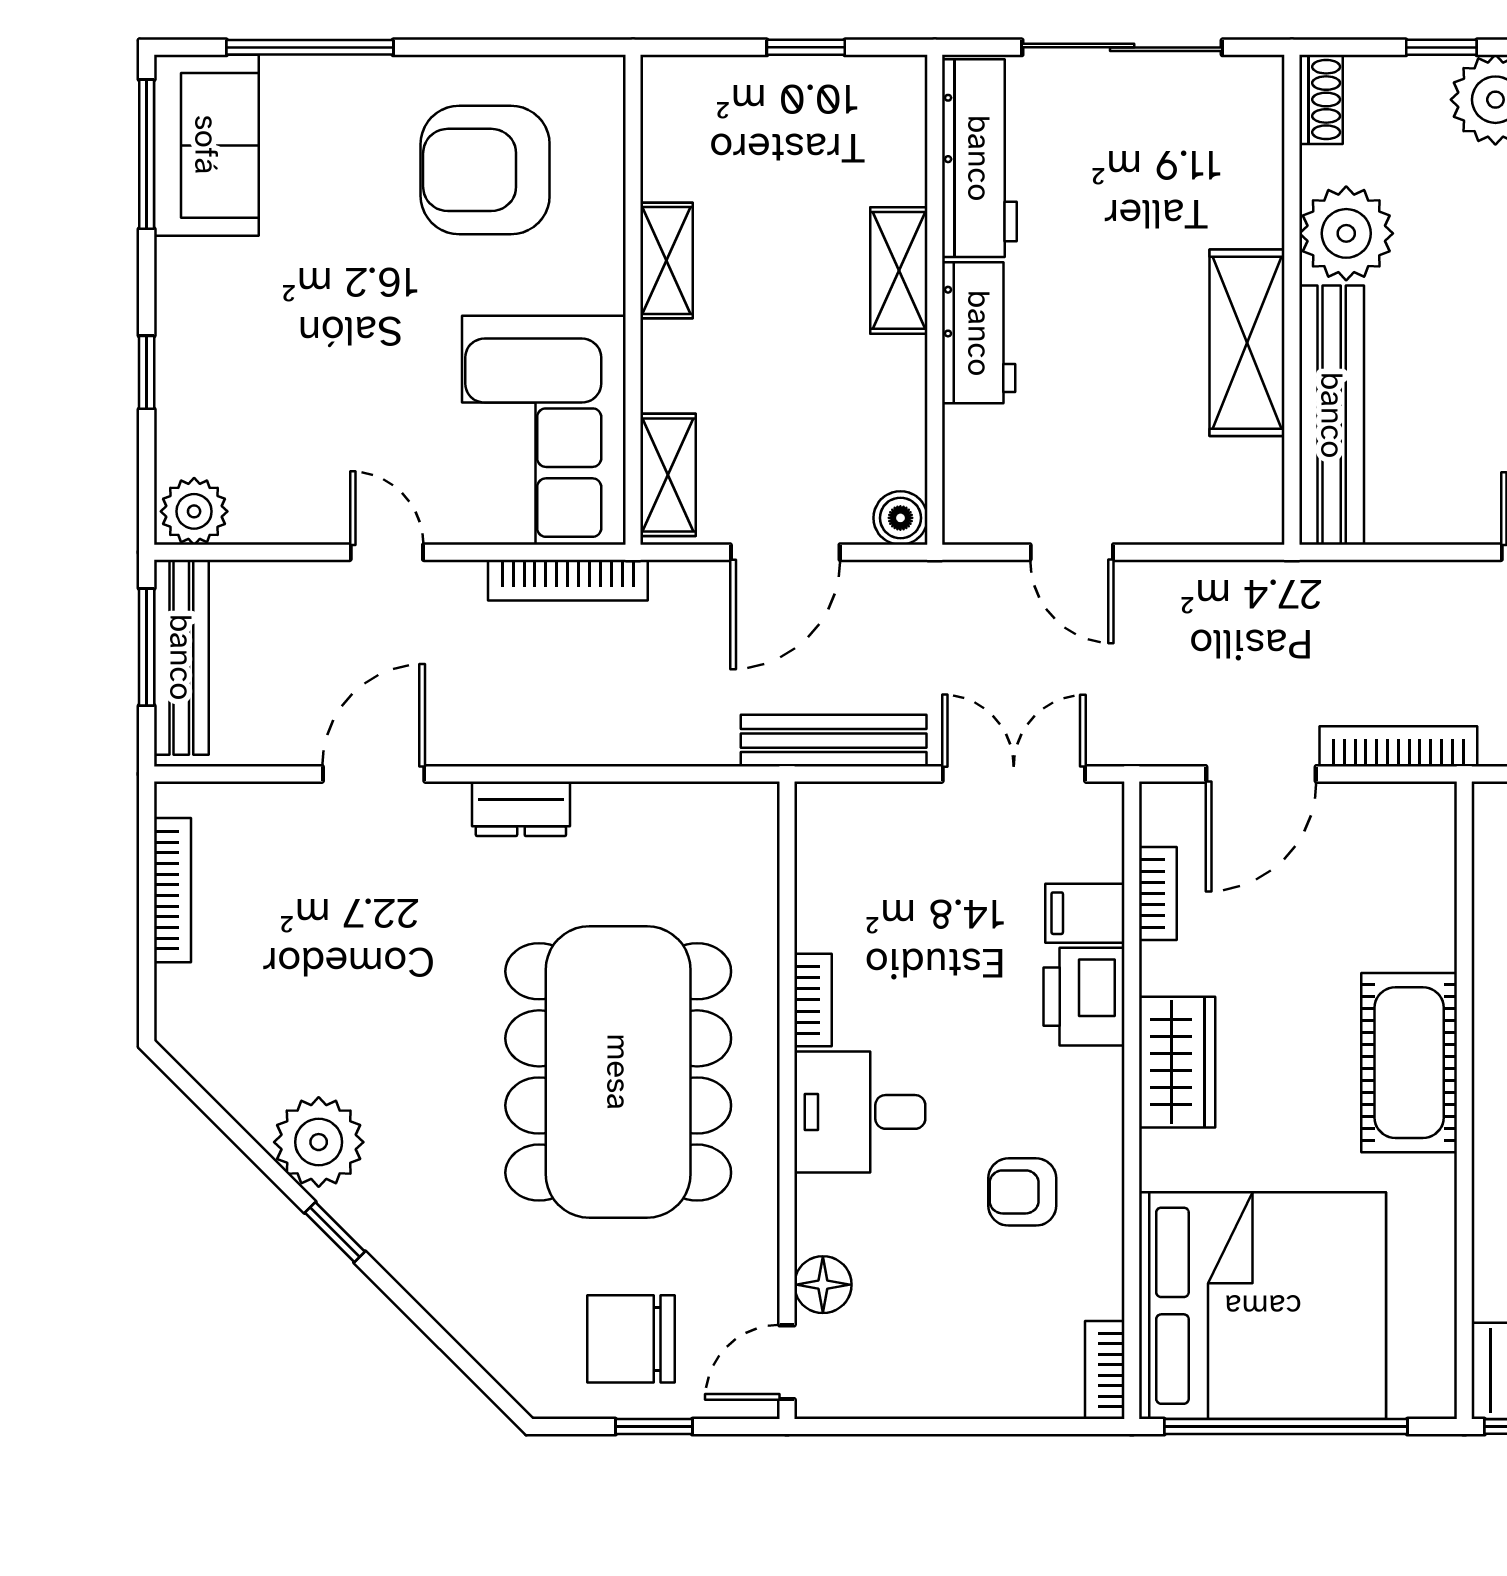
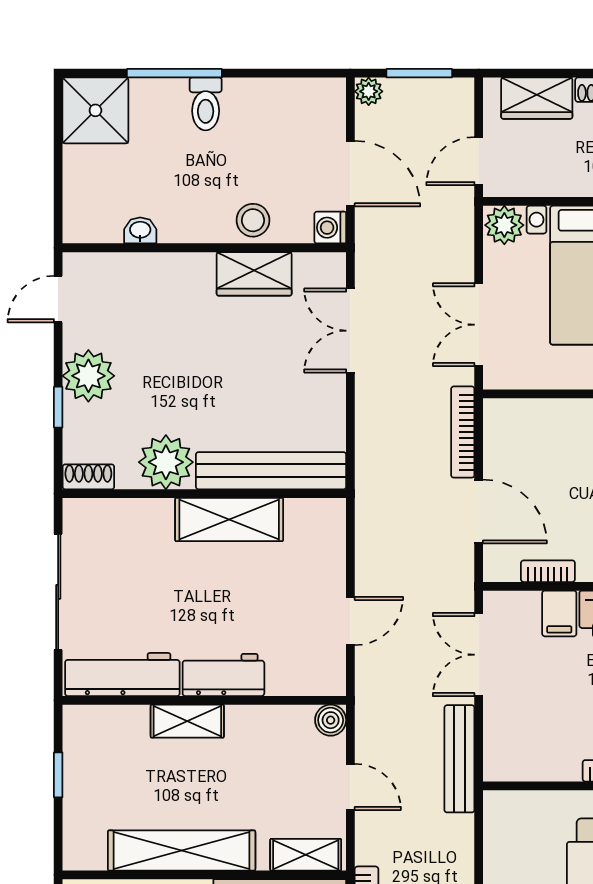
shelving: (667, 260) -> (182, 851), width x2.20, depth x1.33
door: (785, 552) -> (350, 787), width x0.73

